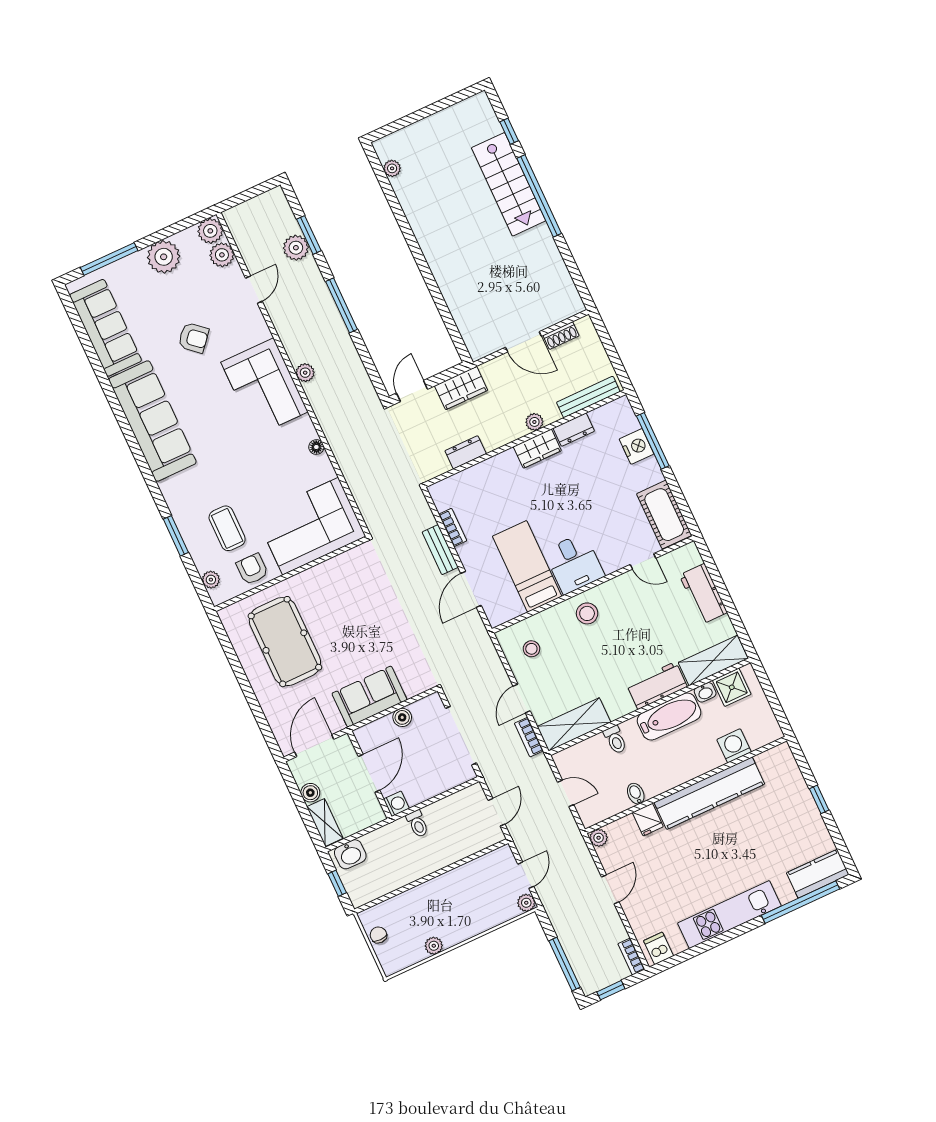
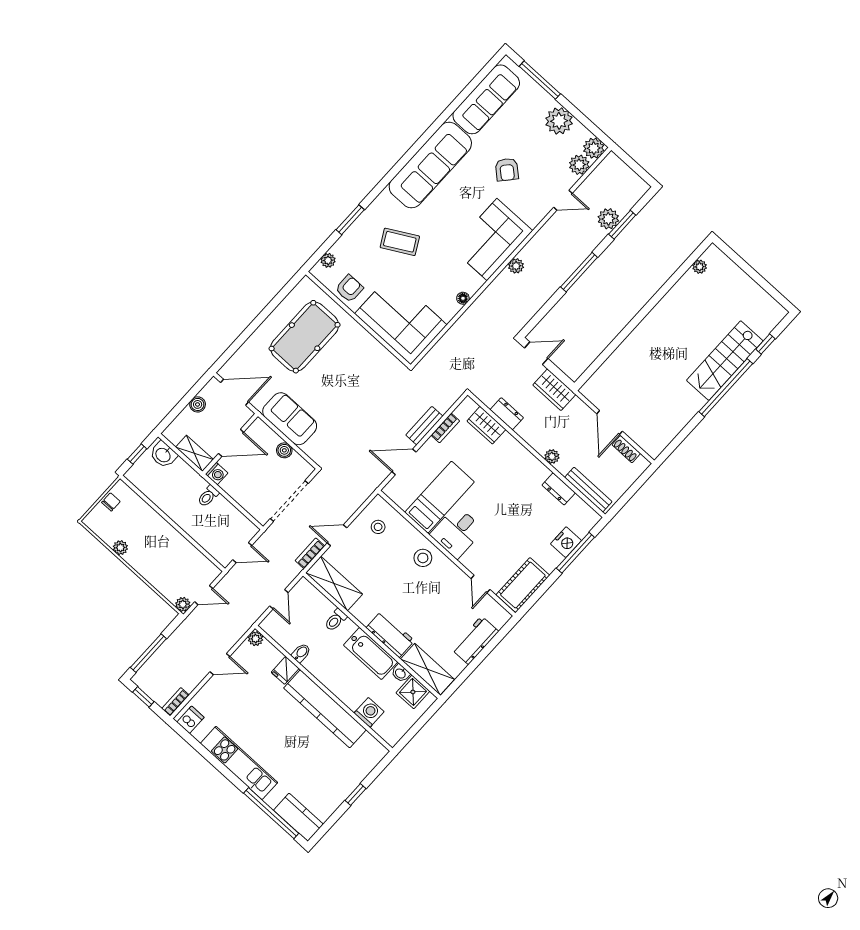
wardrobe: (537, 449) -> (486, 425), moved
coffee table: (227, 528) -> (400, 242), moved, turned 61
shelving: (325, 823) -> (194, 453), moved, turned 90

